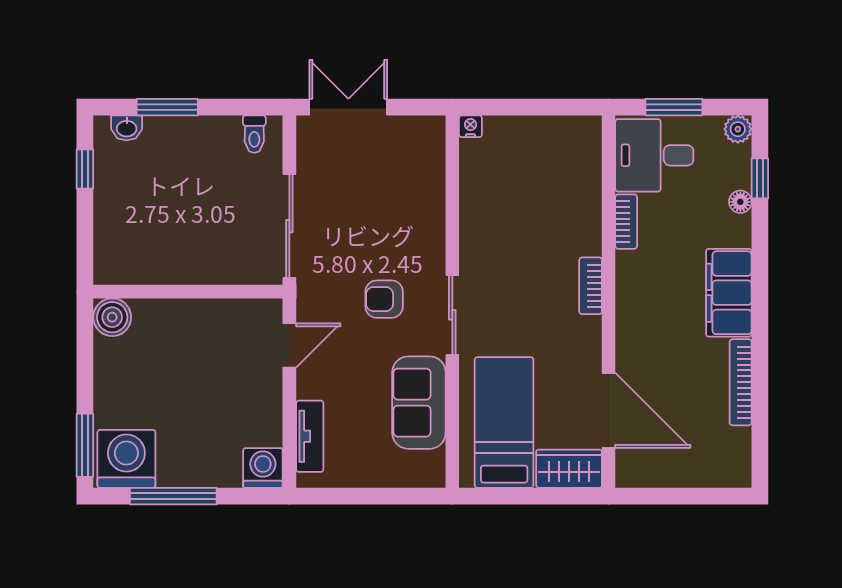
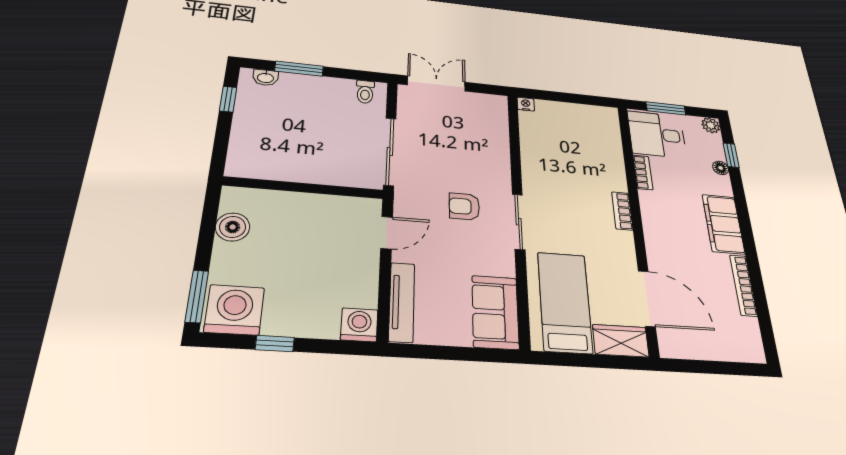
boiler: (112, 317) -> (233, 227), moved
sofa: (419, 403) -> (495, 312), moved
tv unit: (310, 436) -> (402, 302), width x1.41
window: (173, 496) -> (275, 344), width x0.46

